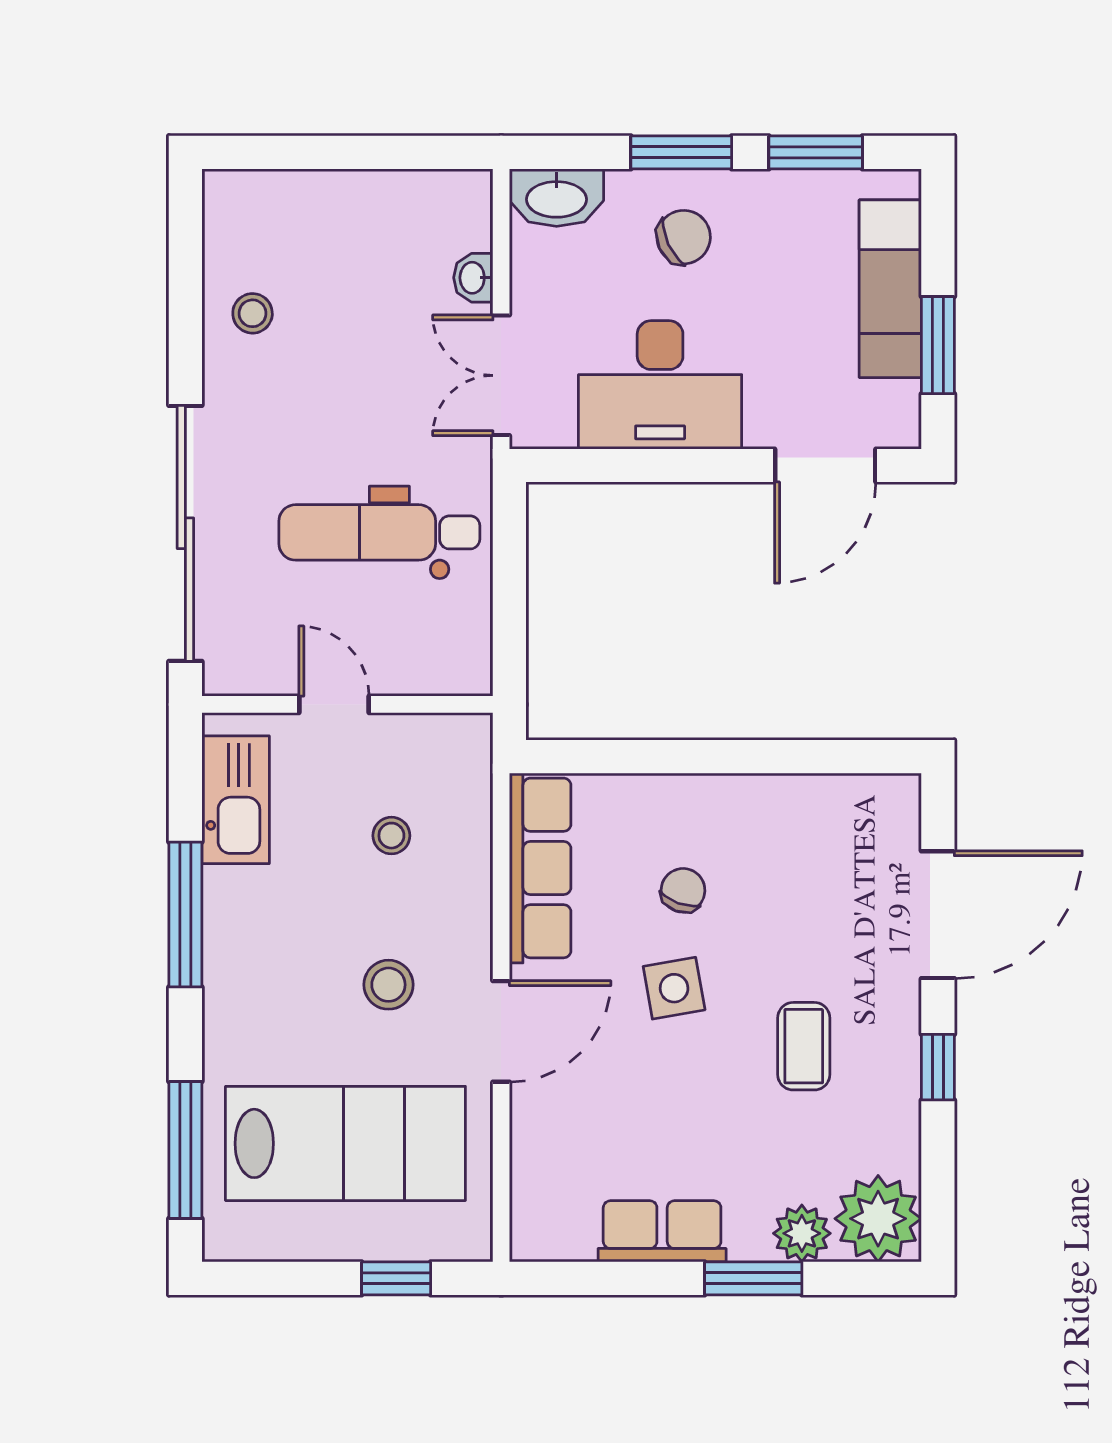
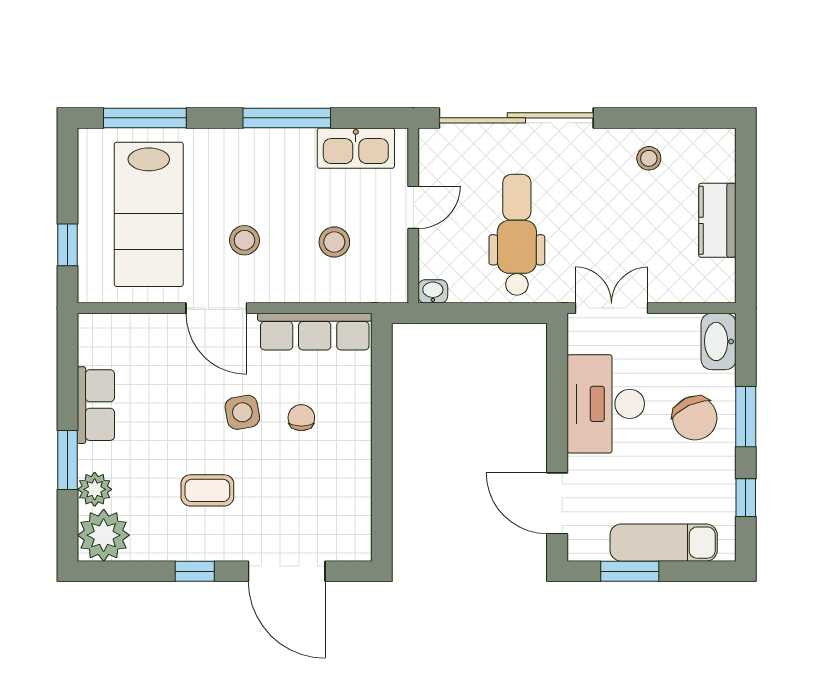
window: (816, 152) -> (746, 498), width x0.67
kitchen counter: (355, 200) -> (717, 220), added
chair: (684, 237) -> (695, 418), width x1.37, depth x1.37
washbasin: (473, 278) -> (433, 291), moved
stool: (391, 836) -> (334, 242), width x1.37, depth x1.37
chair: (683, 890) -> (301, 418), turned -110

